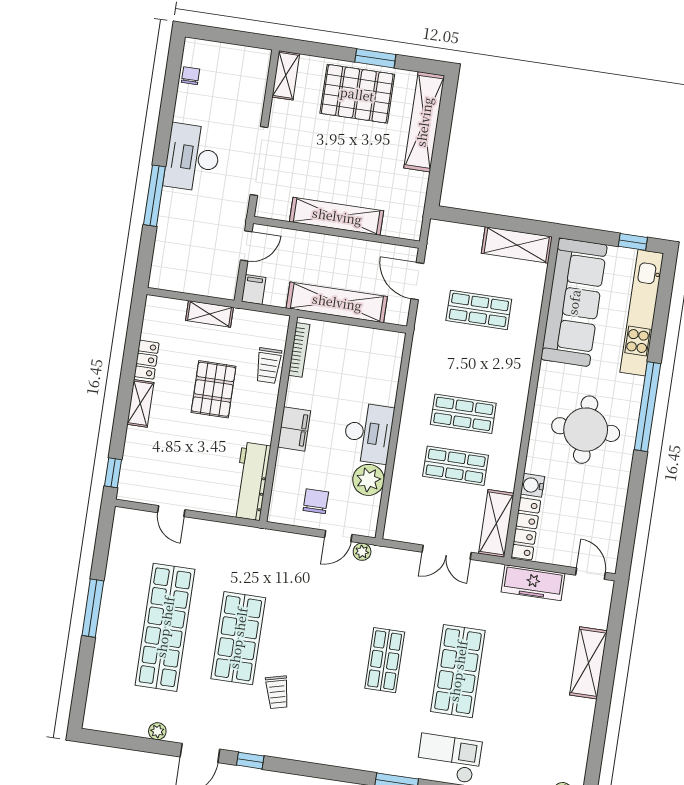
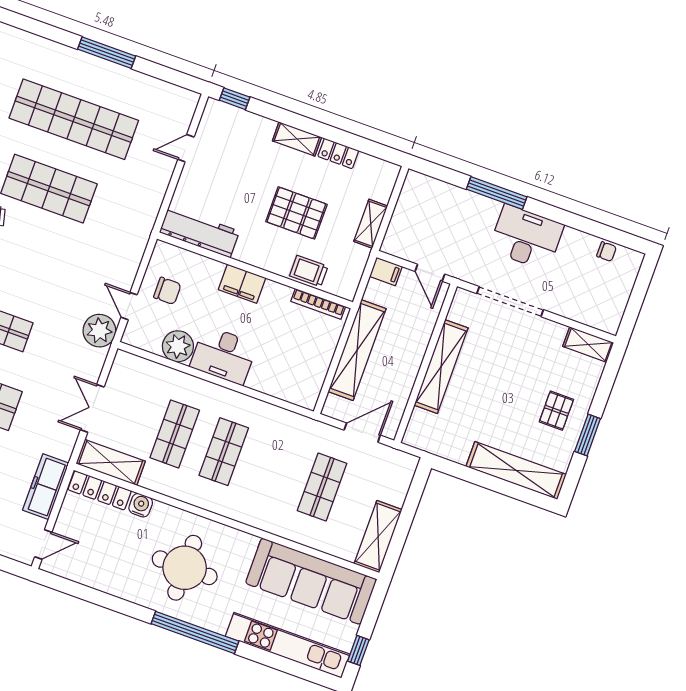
pallet: (357, 94) -> (556, 411), width x0.49, depth x0.50
plant: (362, 552) -> (99, 331), width x1.88, depth x1.88

